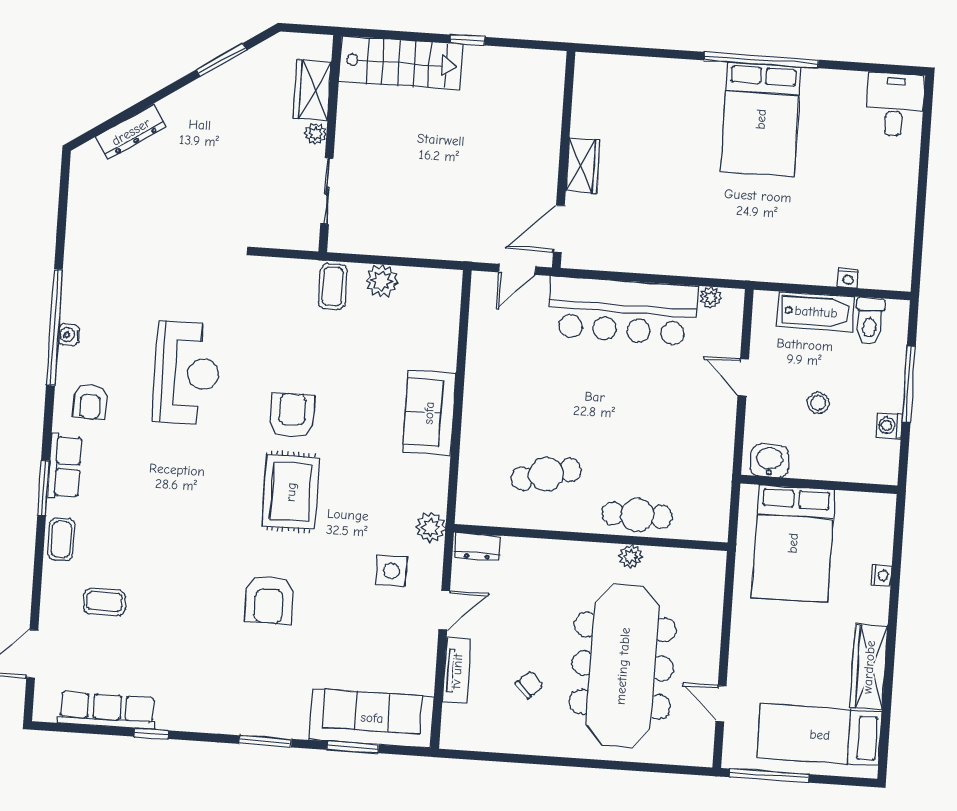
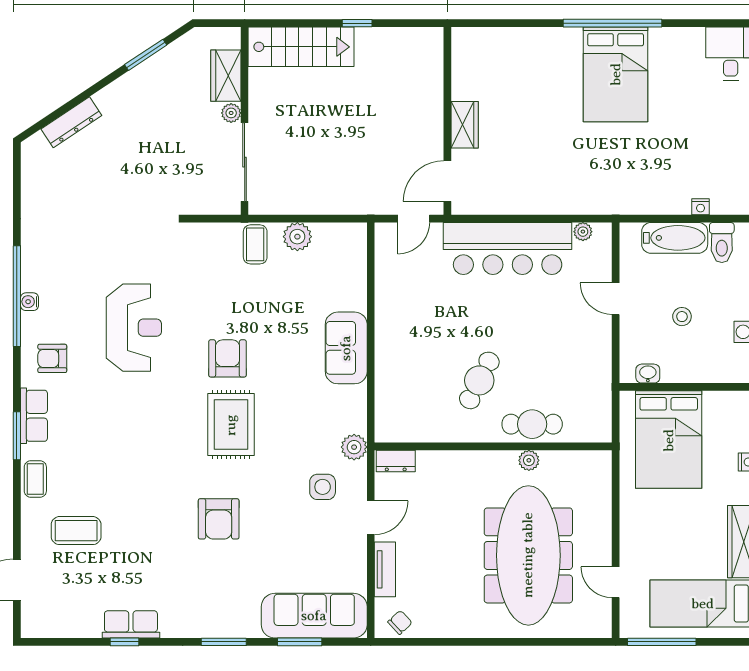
sliding door: (327, 191) -> (245, 162), width x1.37
armchair: (90, 402) -> (52, 358), turned 90
washbasin: (769, 461) -> (648, 374), width x0.72, depth x0.69
cafe table: (546, 474) -> (479, 380), moved, turned -49
coffee table: (104, 602) -> (76, 531), width x1.36, depth x1.30
chair: (529, 685) -> (400, 622), moved
row of seats: (107, 710) -> (131, 624), moved, width x0.68

